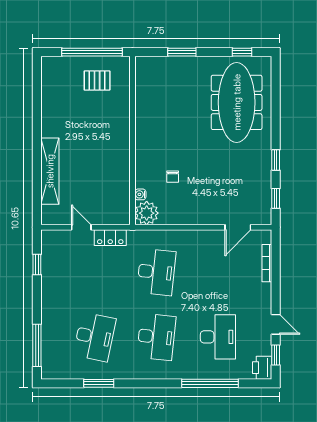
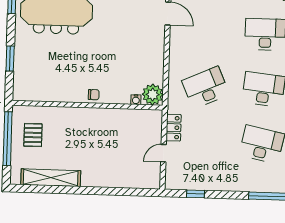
shelving: (50, 171) -> (51, 178), moved
chair: (173, 177) -> (94, 95), moved
desk: (156, 272) -> (206, 88), turned -30

